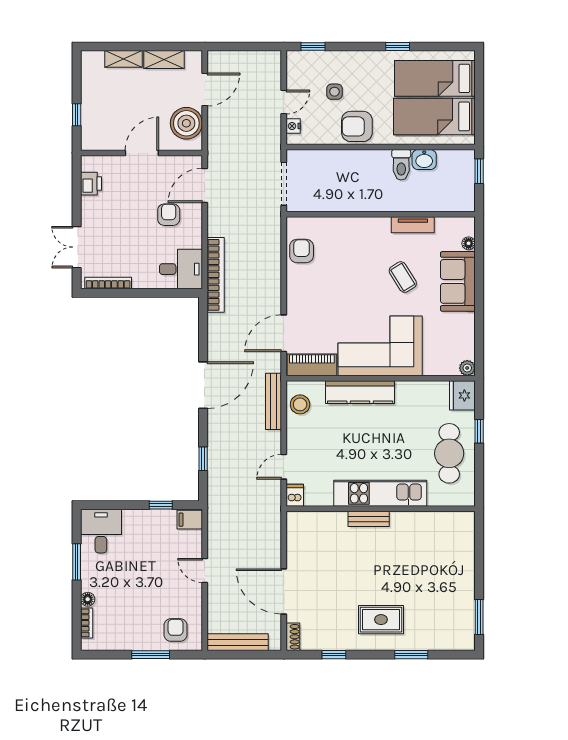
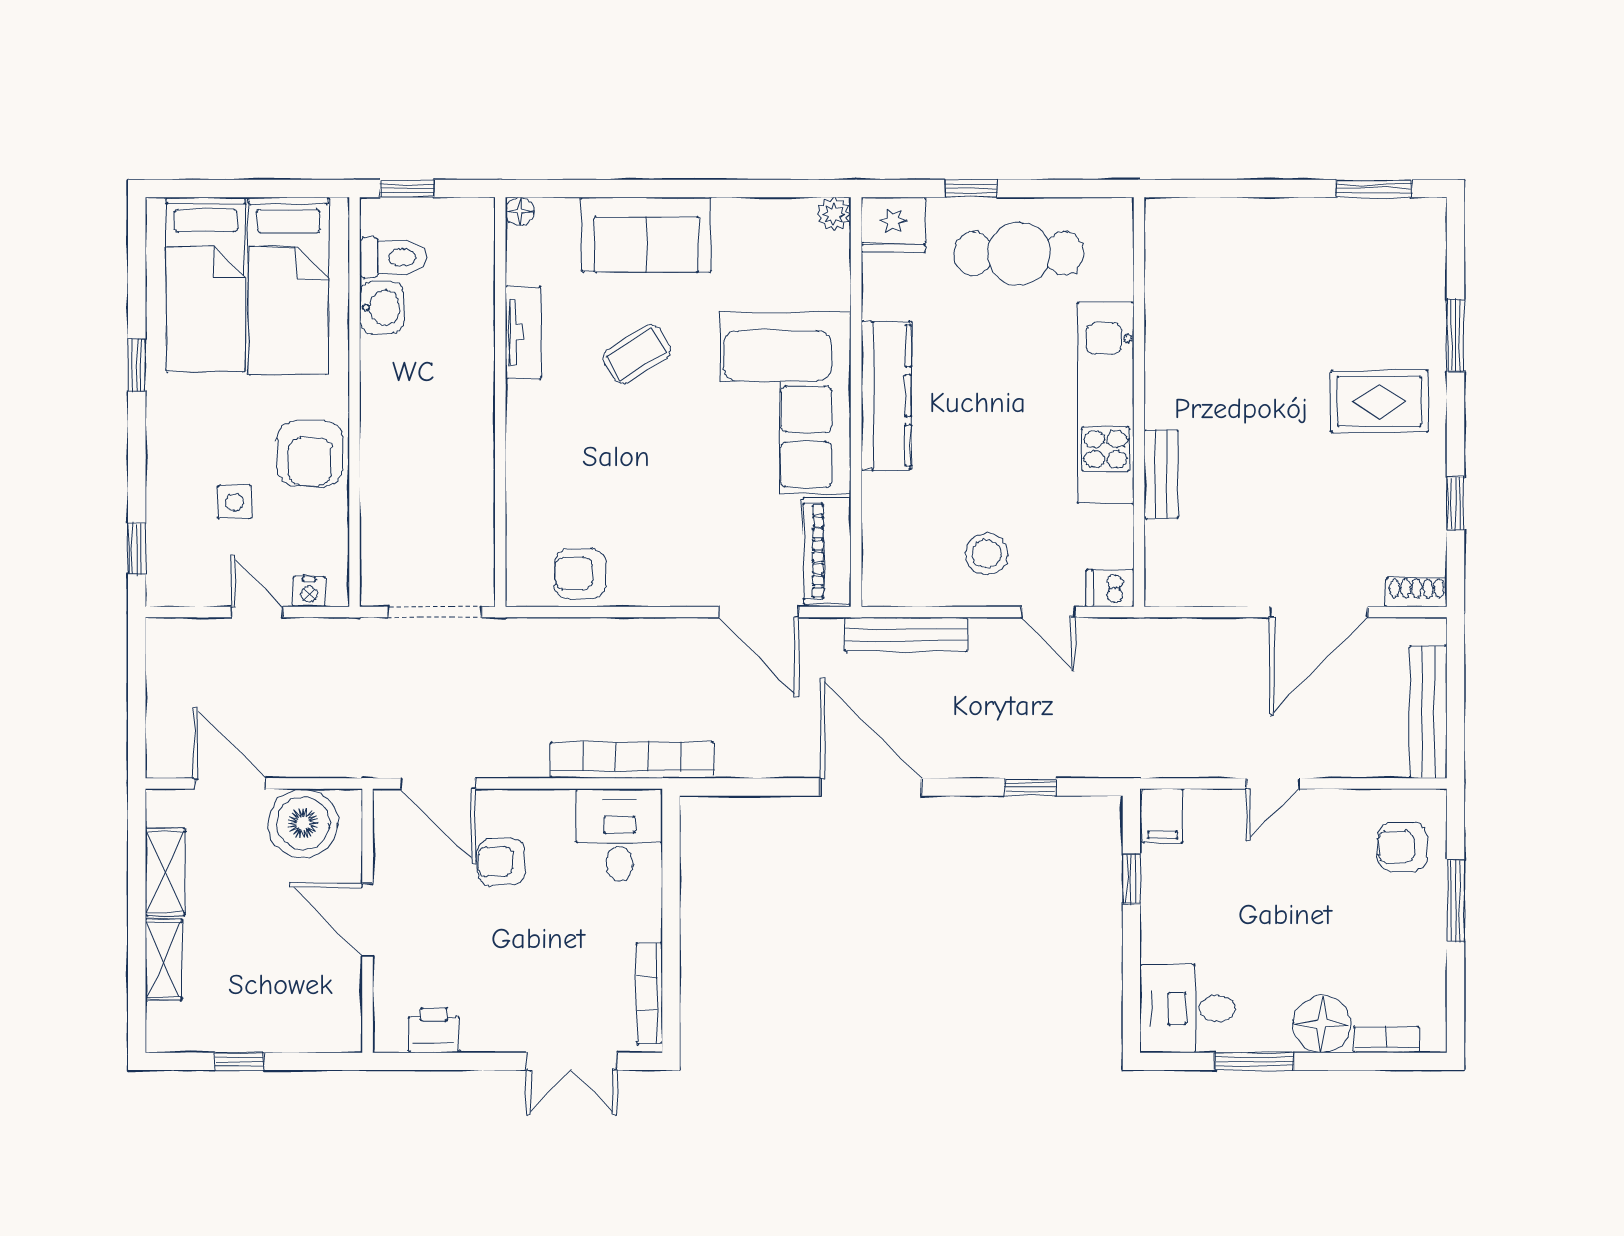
window: (77, 115) -> (239, 1061), moved
toilet: (401, 165) -> (393, 258), moved
floor lamp: (469, 243) -> (520, 211), moved
kitchen counter: (360, 392) -> (886, 396), moved
stool: (300, 404) -> (987, 554), moved
bench: (369, 519) -> (1161, 474), moved
floor lamp: (88, 599) -> (1322, 1024), width x1.89, depth x1.89
rug: (381, 620) -> (1380, 401), turned 90

